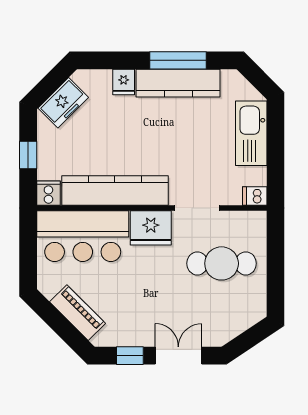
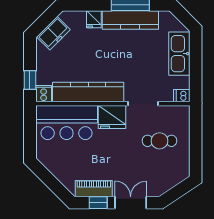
window: (28, 155) -> (30, 80), moved
cafe table: (222, 263) -> (159, 141), width x0.73, depth x0.74
piano: (78, 313) -> (94, 189), moved, turned -45

